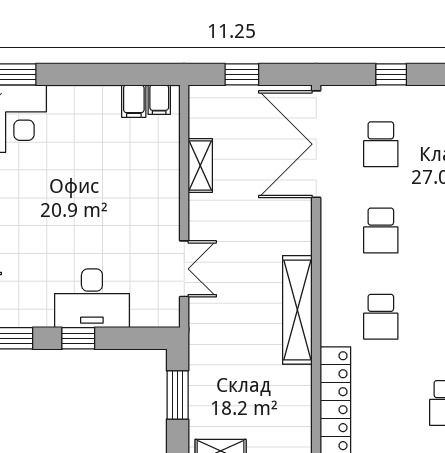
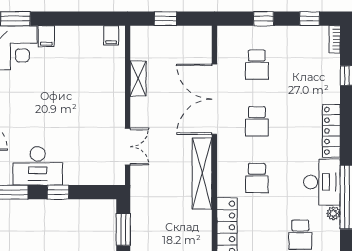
filing cabinet: (134, 101) -> (46, 36), moved
double door: (316, 144) -> (214, 99), moved
desk: (92, 298) -> (38, 166), moved

